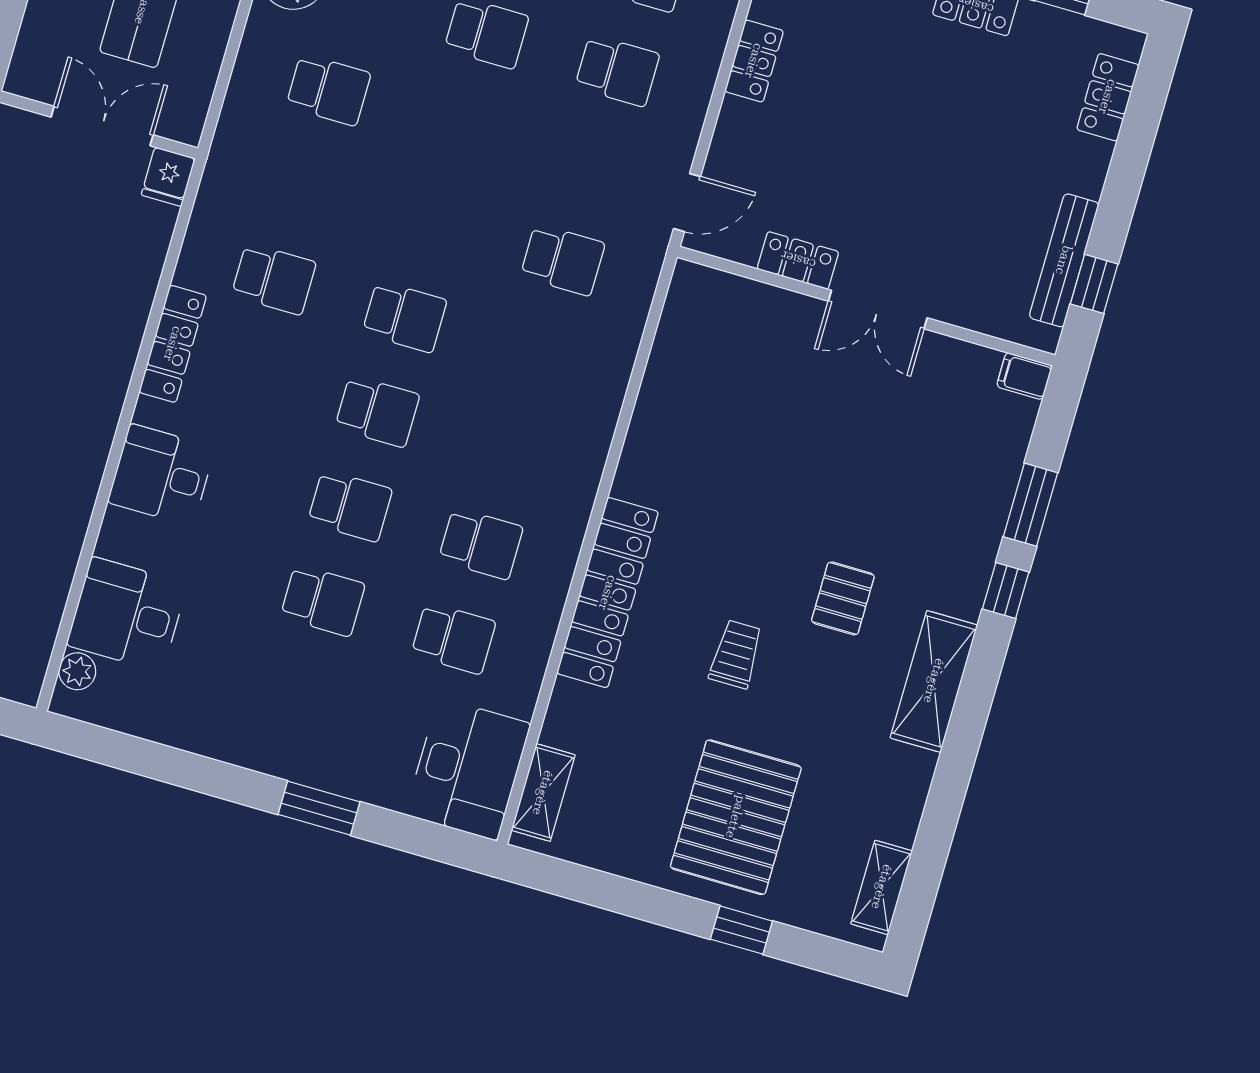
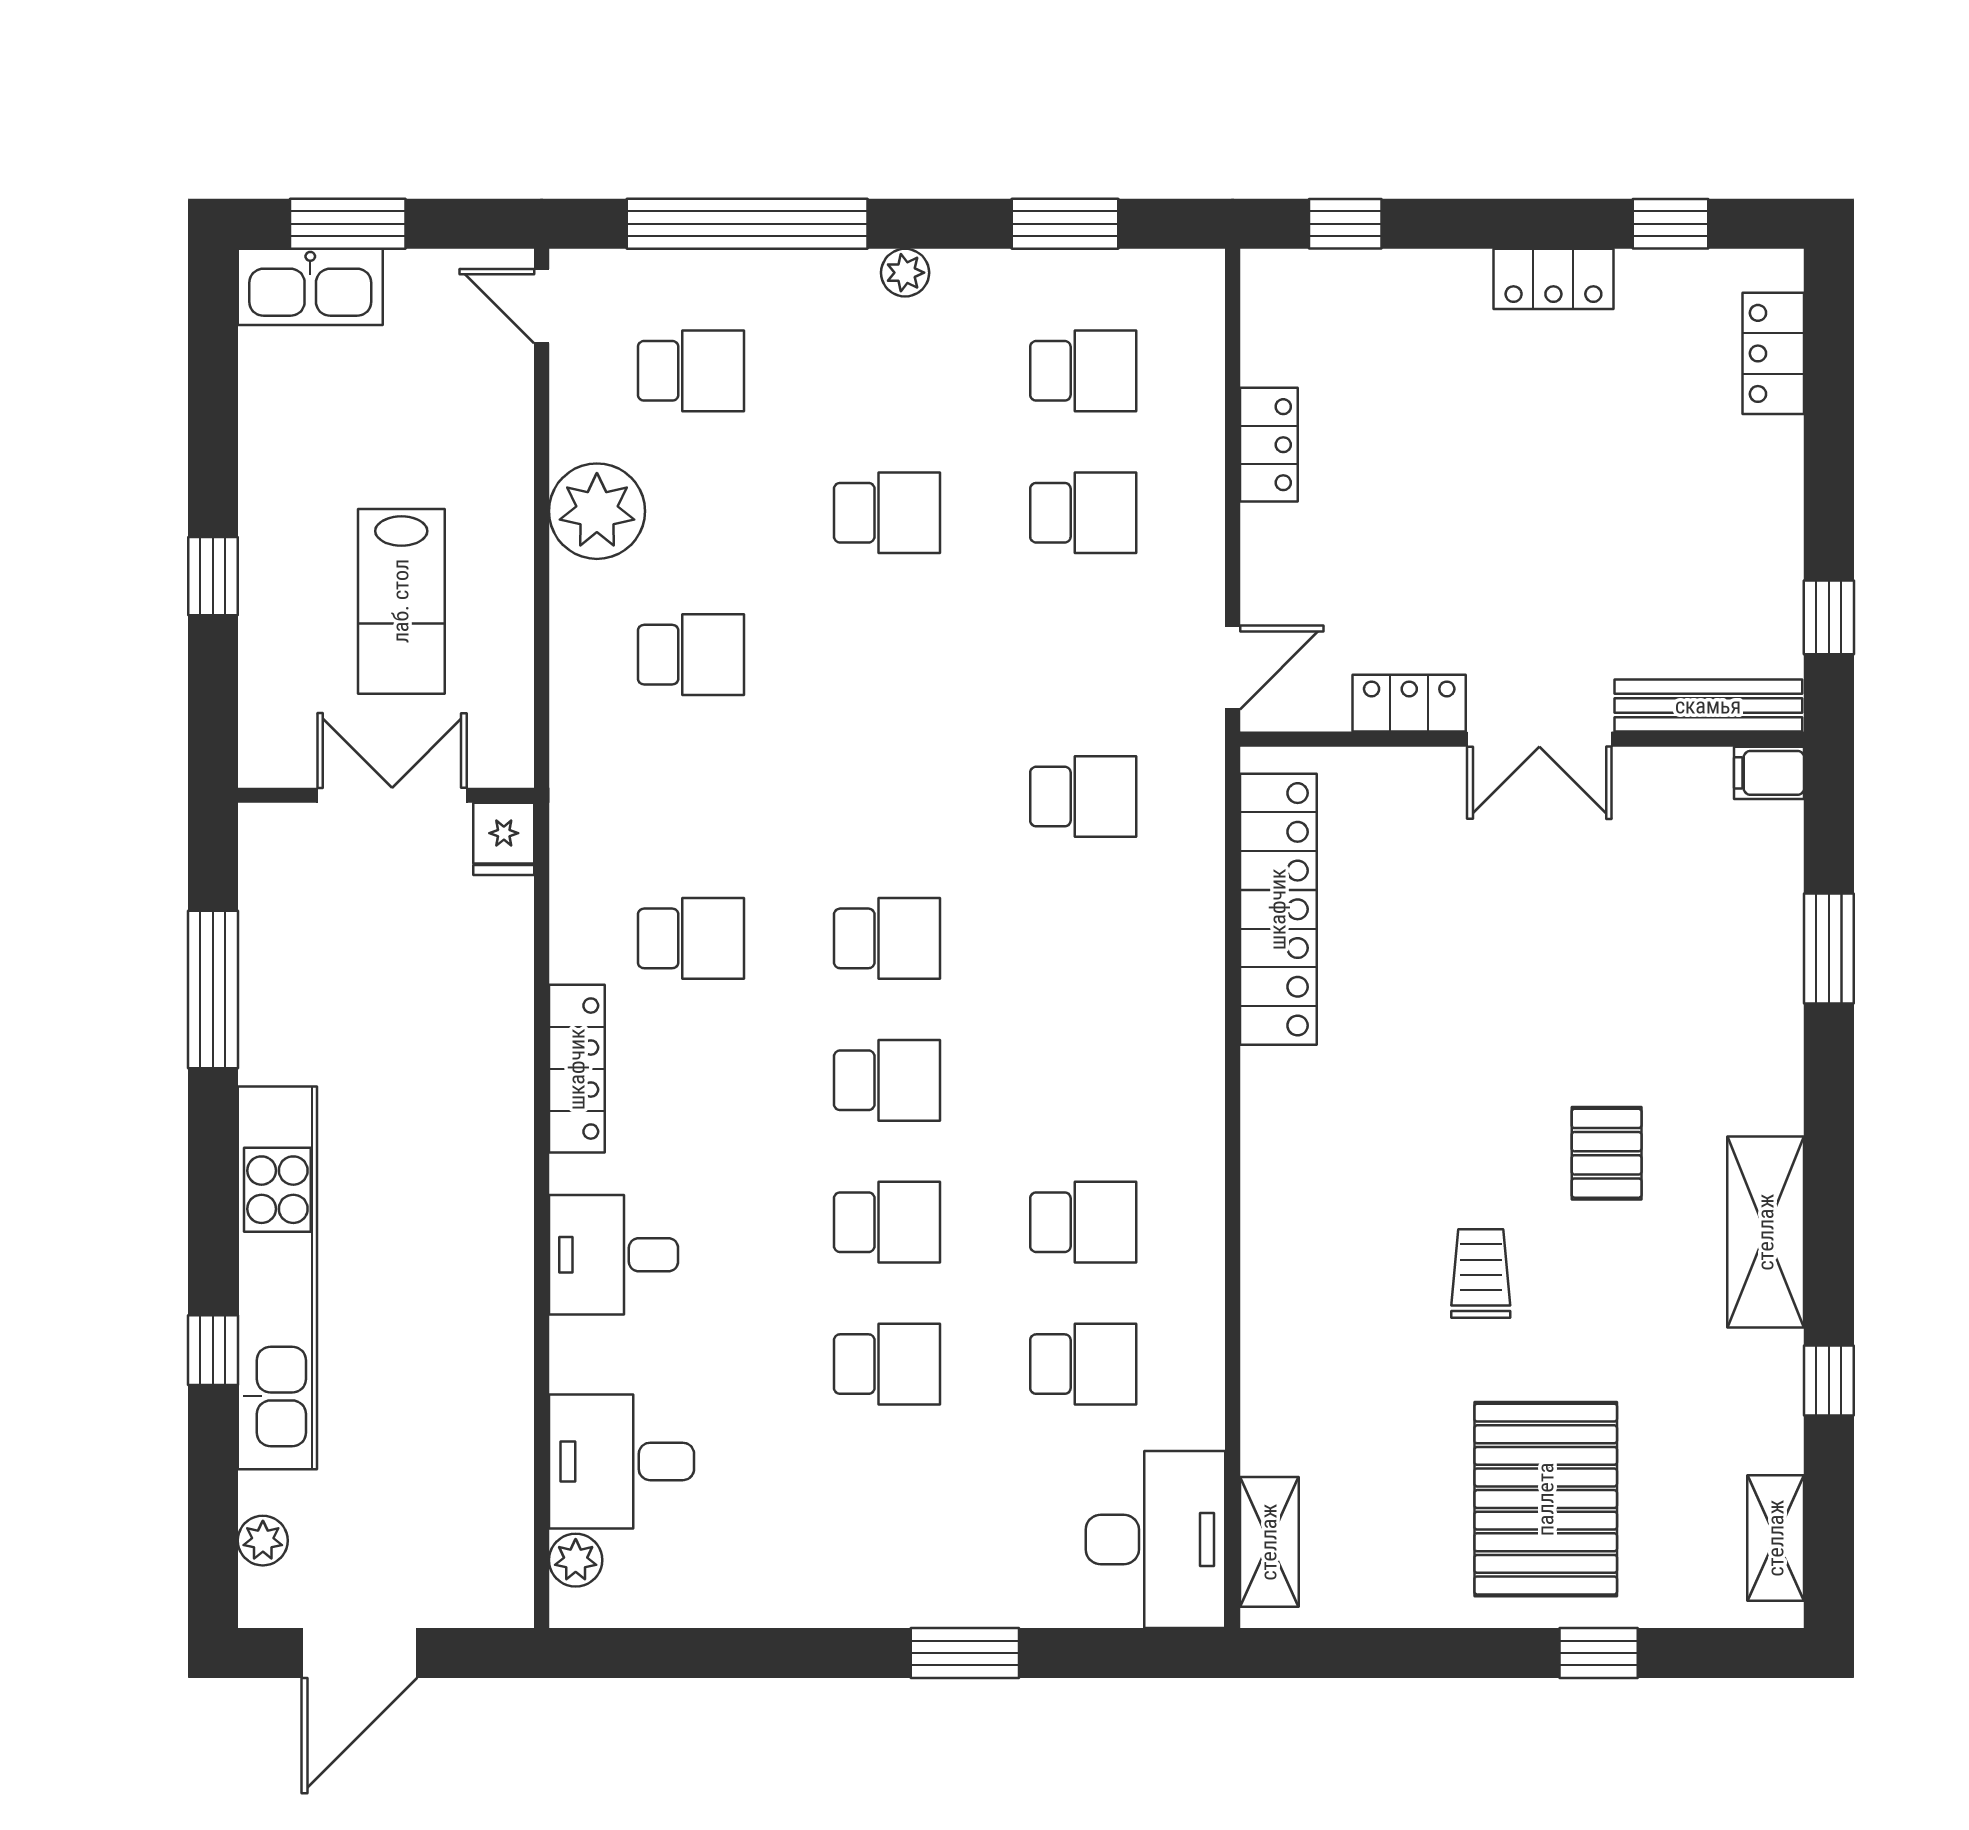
bench: (1064, 260) -> (1708, 706), moved, turned 90
window: (1006, 591) -> (1829, 1381), moved
locker: (608, 593) -> (1278, 909), moved

